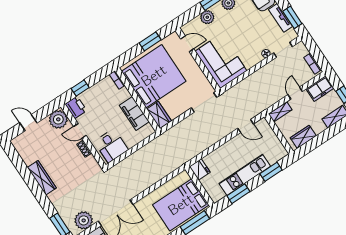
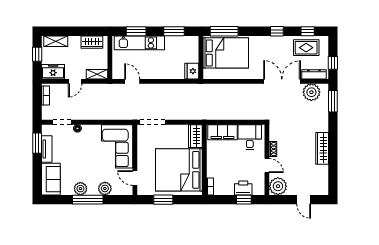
printer: (76, 107) -> (243, 188), moved, turned 90
filing cabinet: (134, 113) -> (223, 132), moved, turned 90
kitchen unit: (245, 175) -> (139, 43), moved

